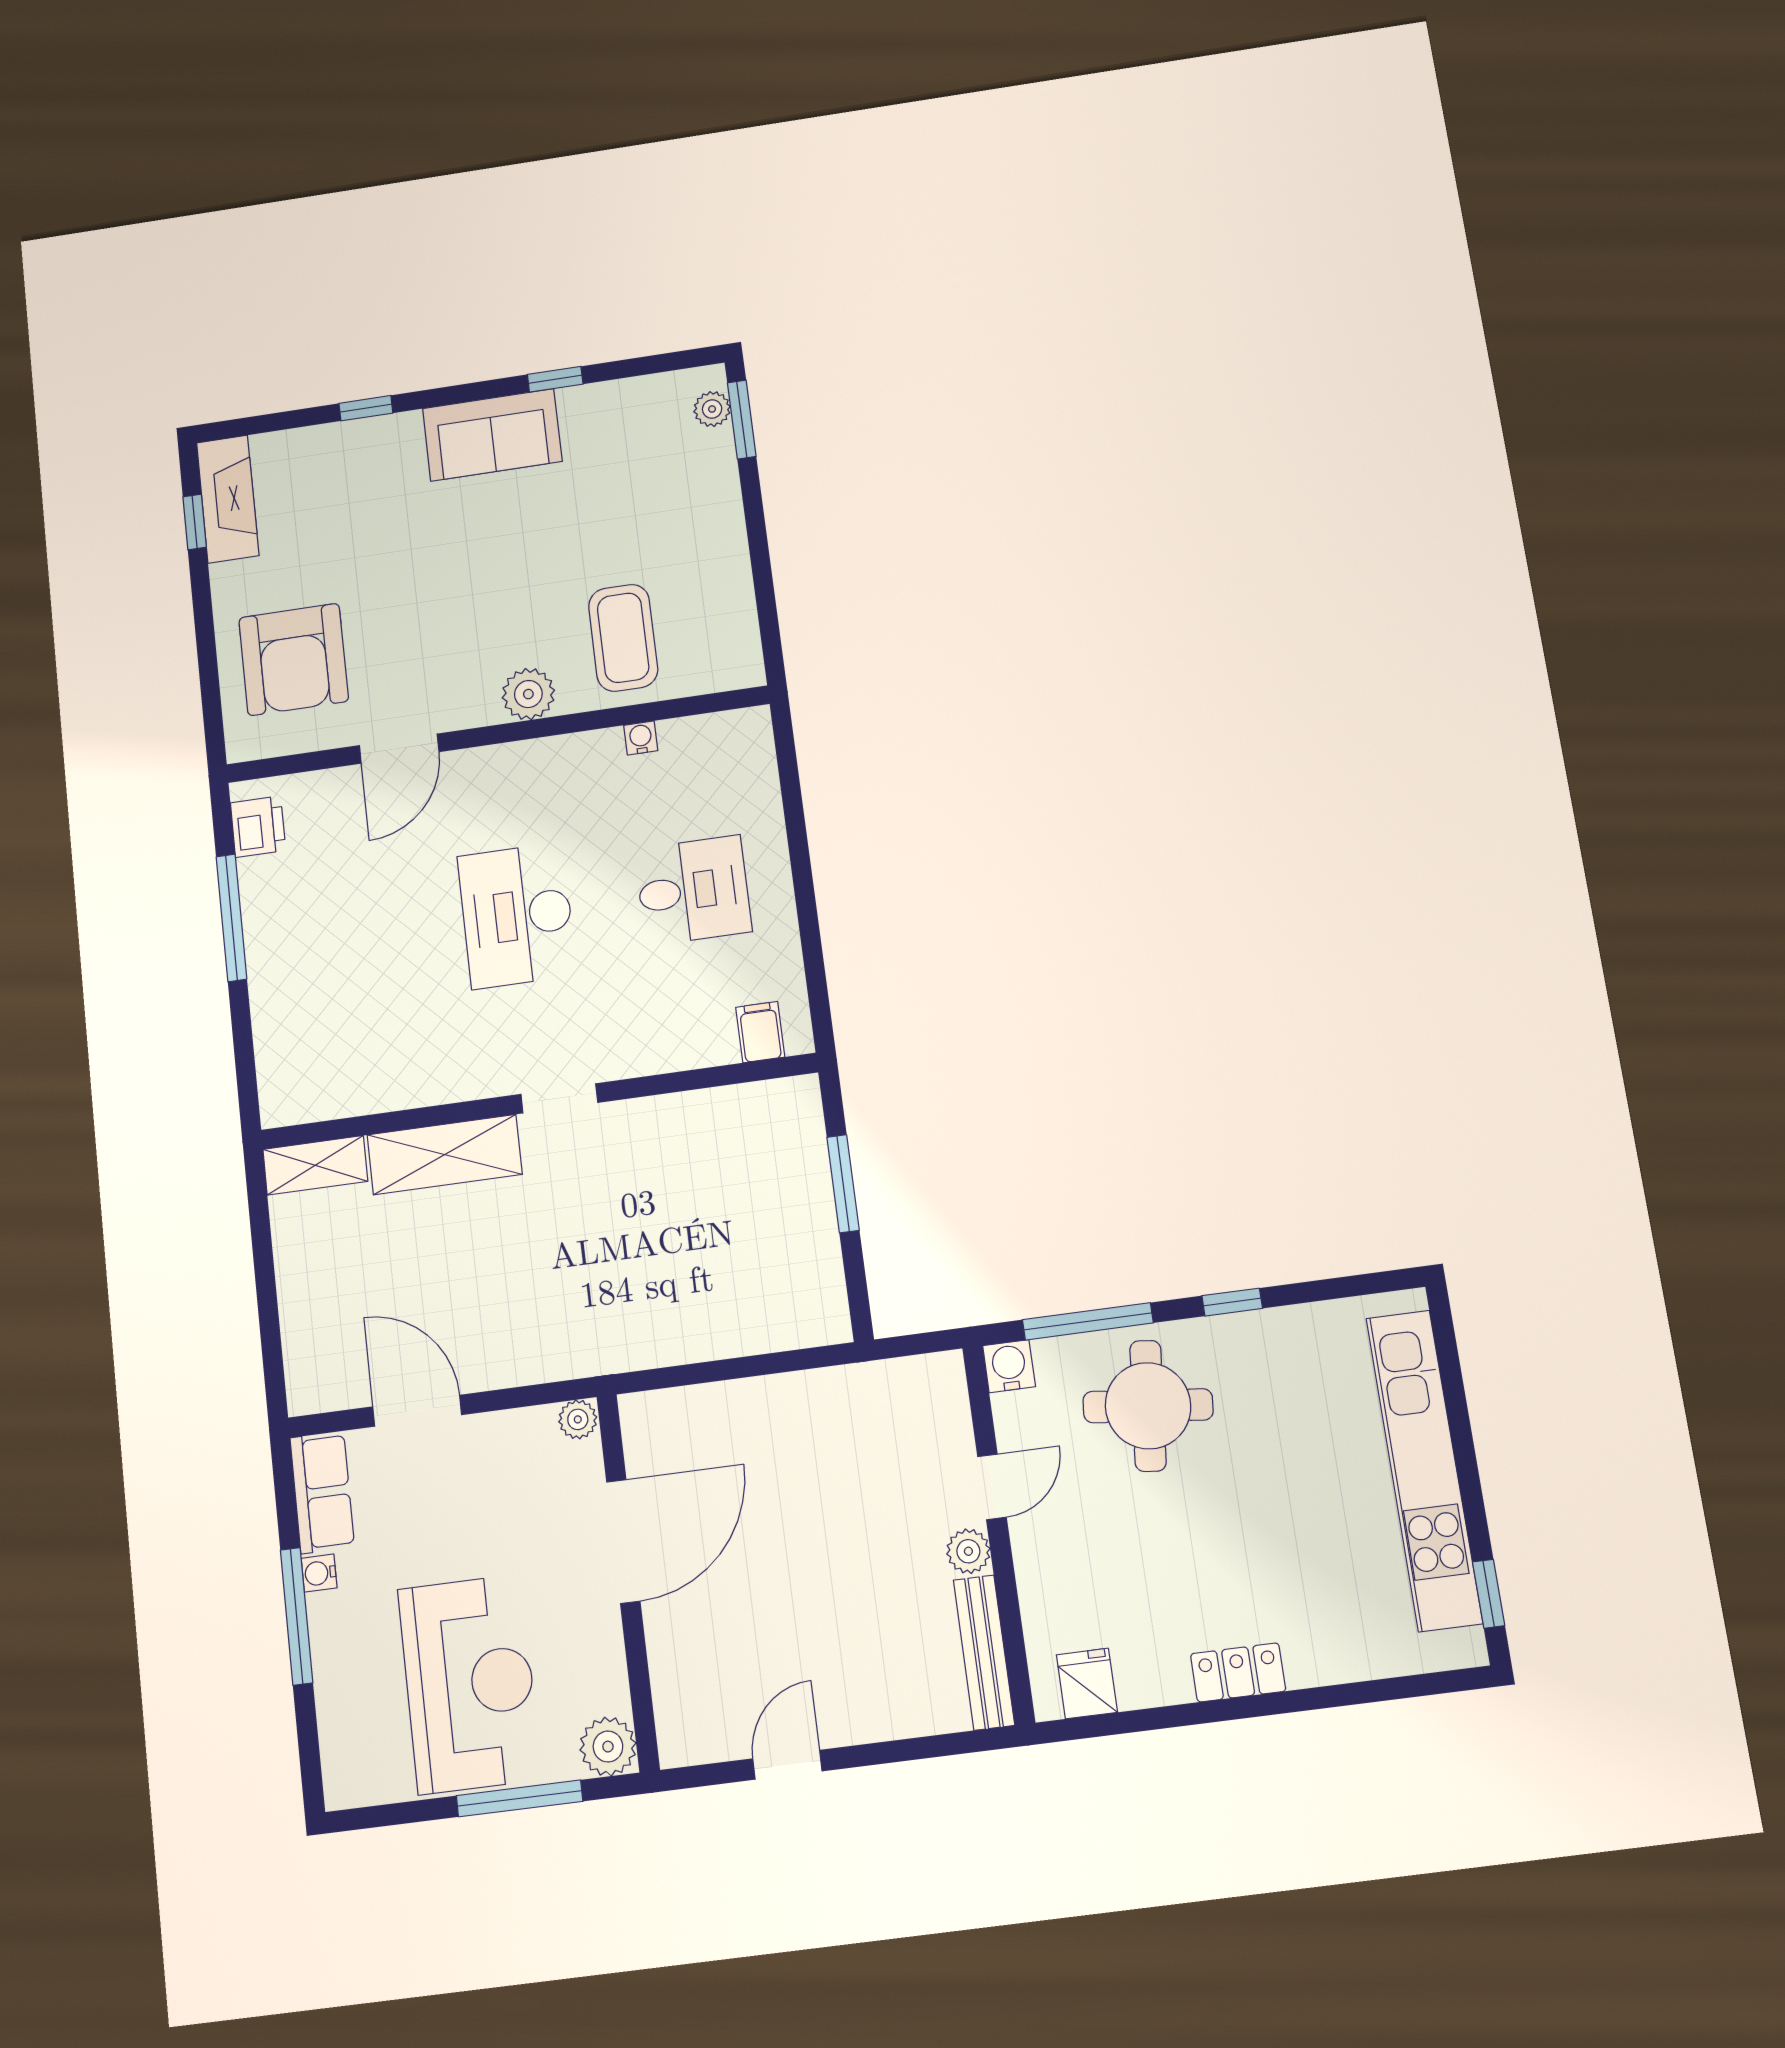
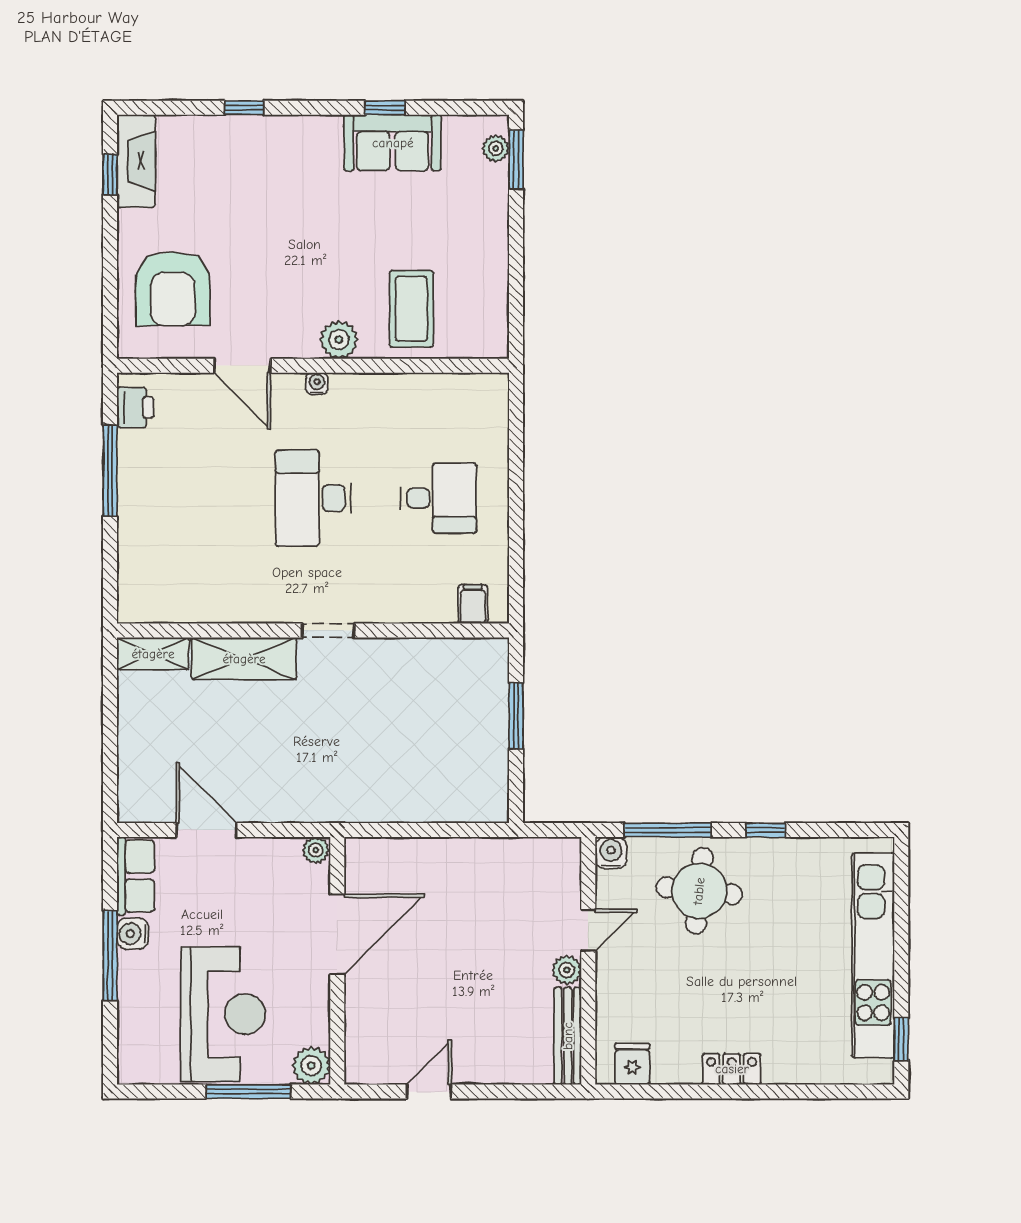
sofa: (492, 435) -> (393, 143), moved
water cooler: (641, 738) -> (317, 384), moved
door: (399, 749) -> (242, 366), hinge flipped
water cooler: (319, 1573) -> (133, 934), width x1.38, depth x1.38

